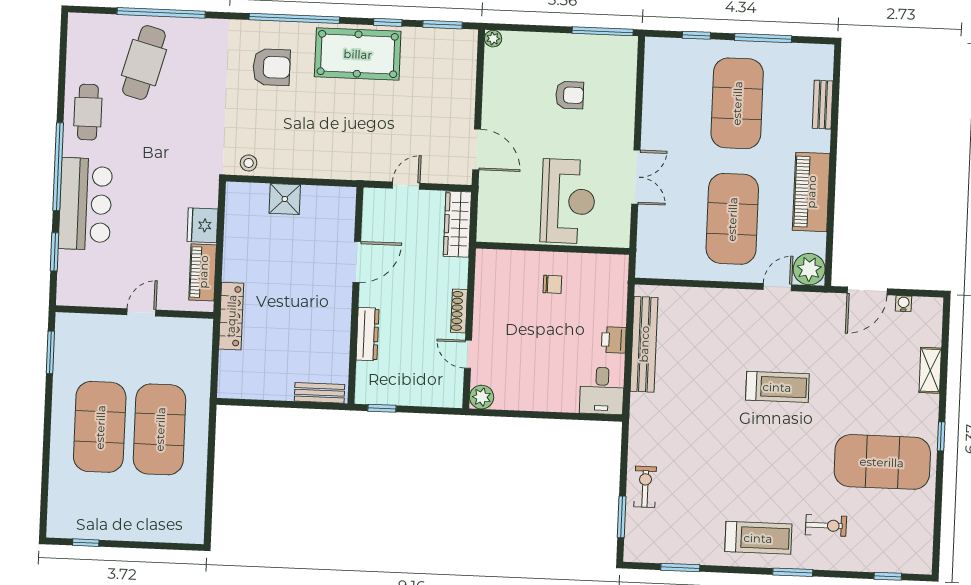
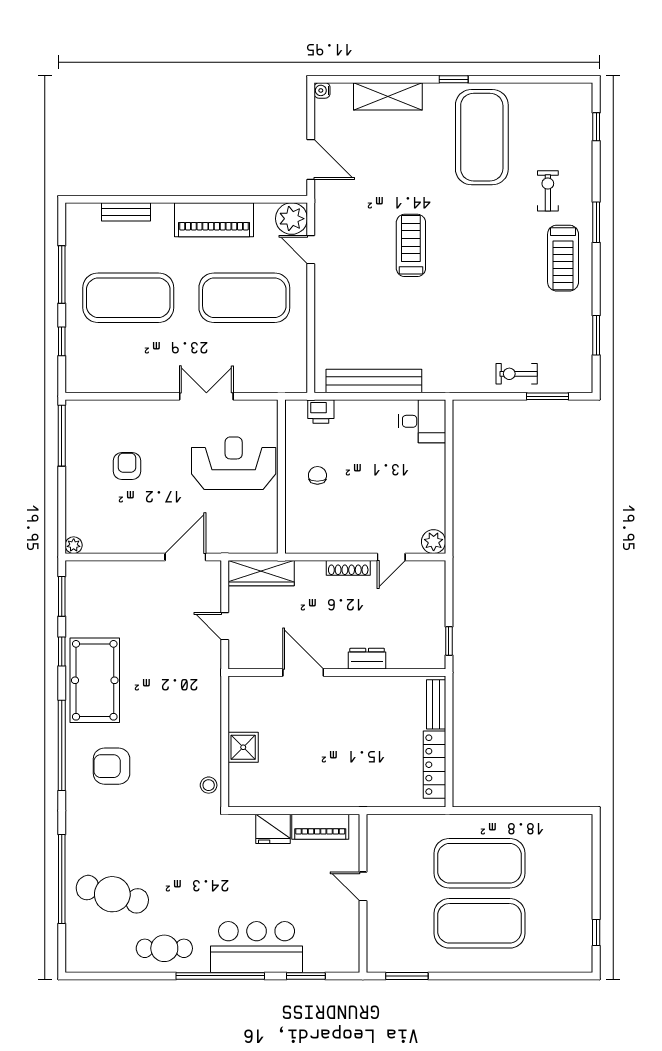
armchair: (272, 67) -> (112, 766), turned -90
water cooler: (904, 304) -> (322, 90), moved
locker: (231, 316) -> (434, 765), moved, turned -90
dresser: (368, 334) -> (367, 659), width x0.70
printer: (614, 340) -> (321, 412), moved
shelving: (930, 370) -> (388, 96), width x1.50, depth x1.33
treadmill: (758, 538) -> (563, 258), turned 180

